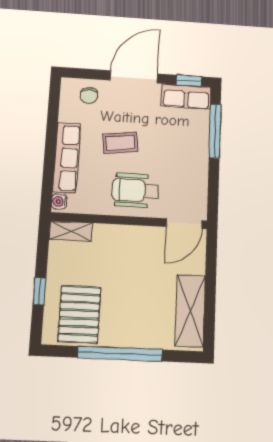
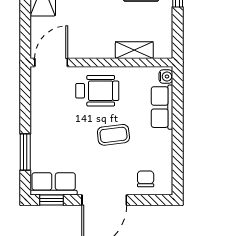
window: (215, 131) -> (25, 152), width x0.69
row of seats: (67, 158) -> (162, 107), width x0.68
shelving: (71, 231) -> (134, 50), moved

